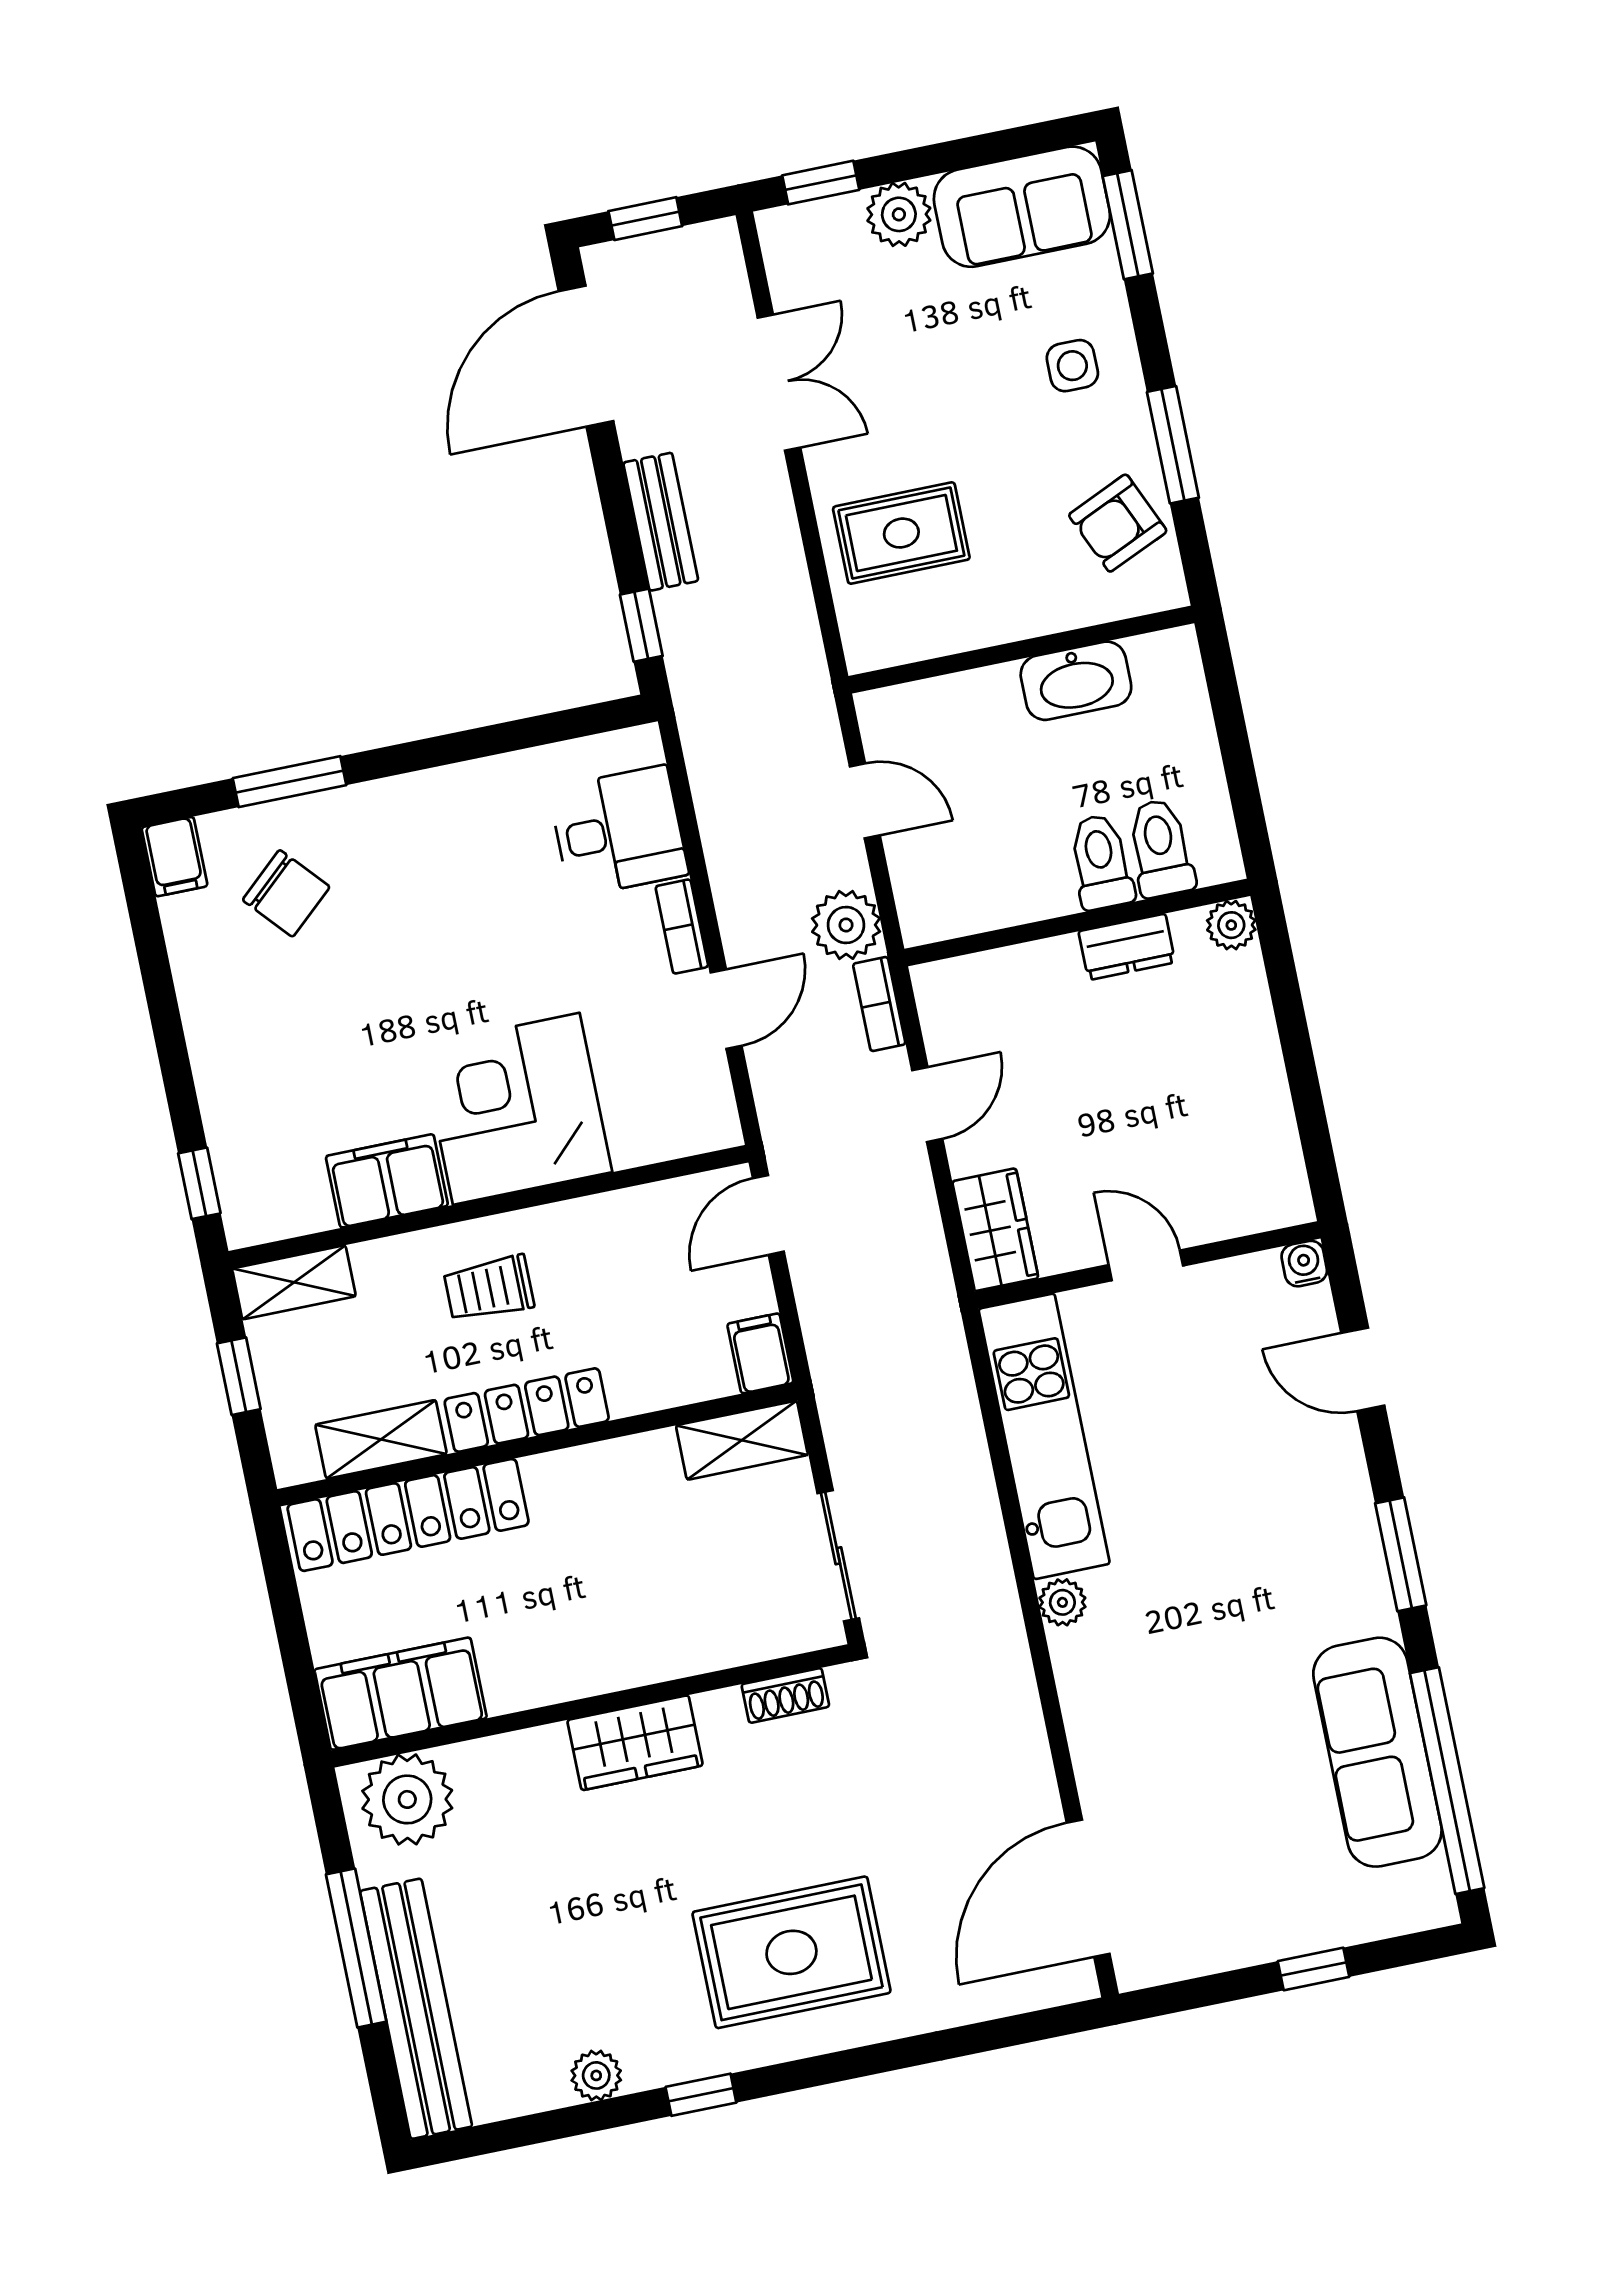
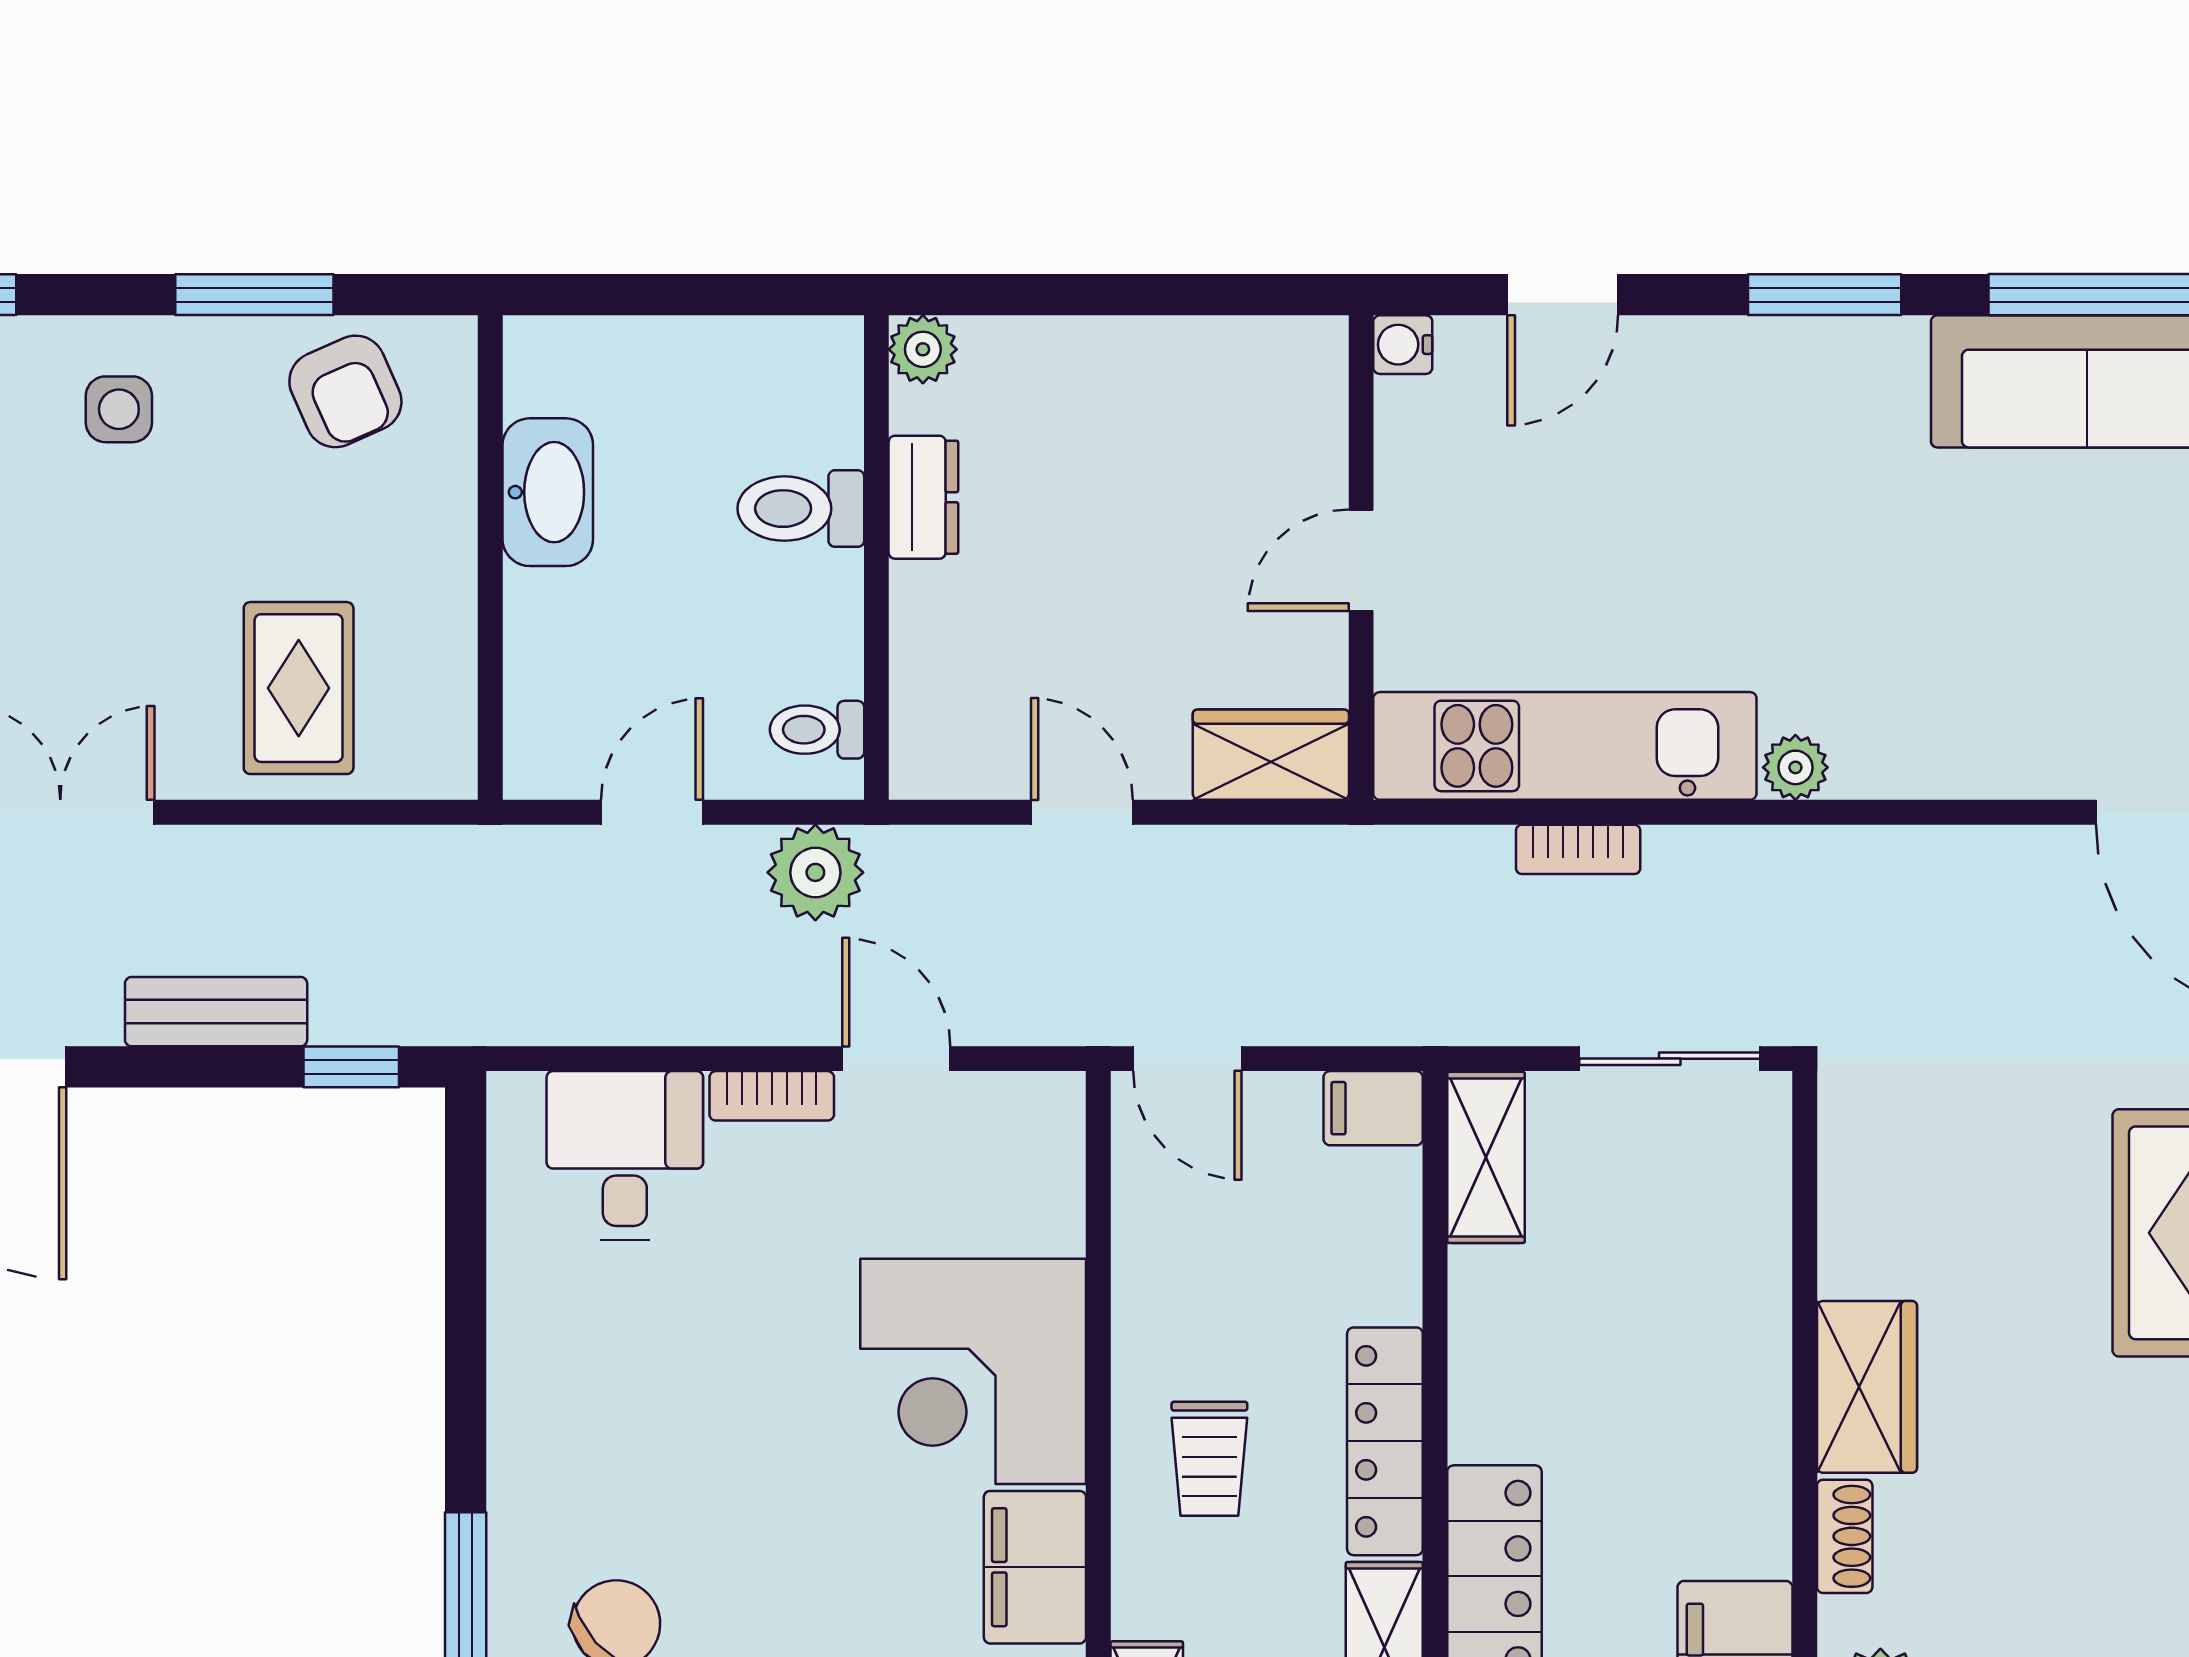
toilet: (1161, 848) -> (817, 730), moved, width x0.73, depth x0.72
bookcase: (879, 1004) -> (1578, 849), moved
shoe rack: (785, 1695) -> (1845, 1536), moved

